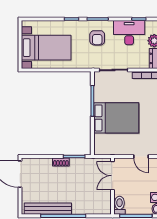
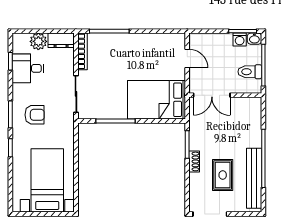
desk: (129, 33) -> (28, 68), width x0.73
bed: (116, 118) -> (156, 100), moved, turned -90
door: (141, 157) -> (187, 59), hinge flipped
rug: (50, 184) -> (223, 175), added
toilet: (119, 205) -> (250, 72), moved

